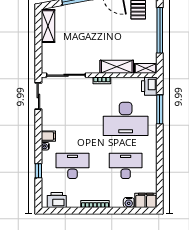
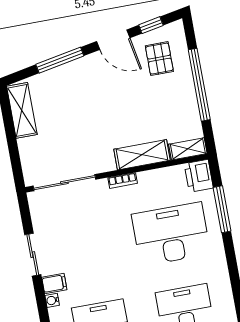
sliding door: (38, 96) -> (33, 255), moved
desk: (126, 119) -> (171, 234), turned 180

